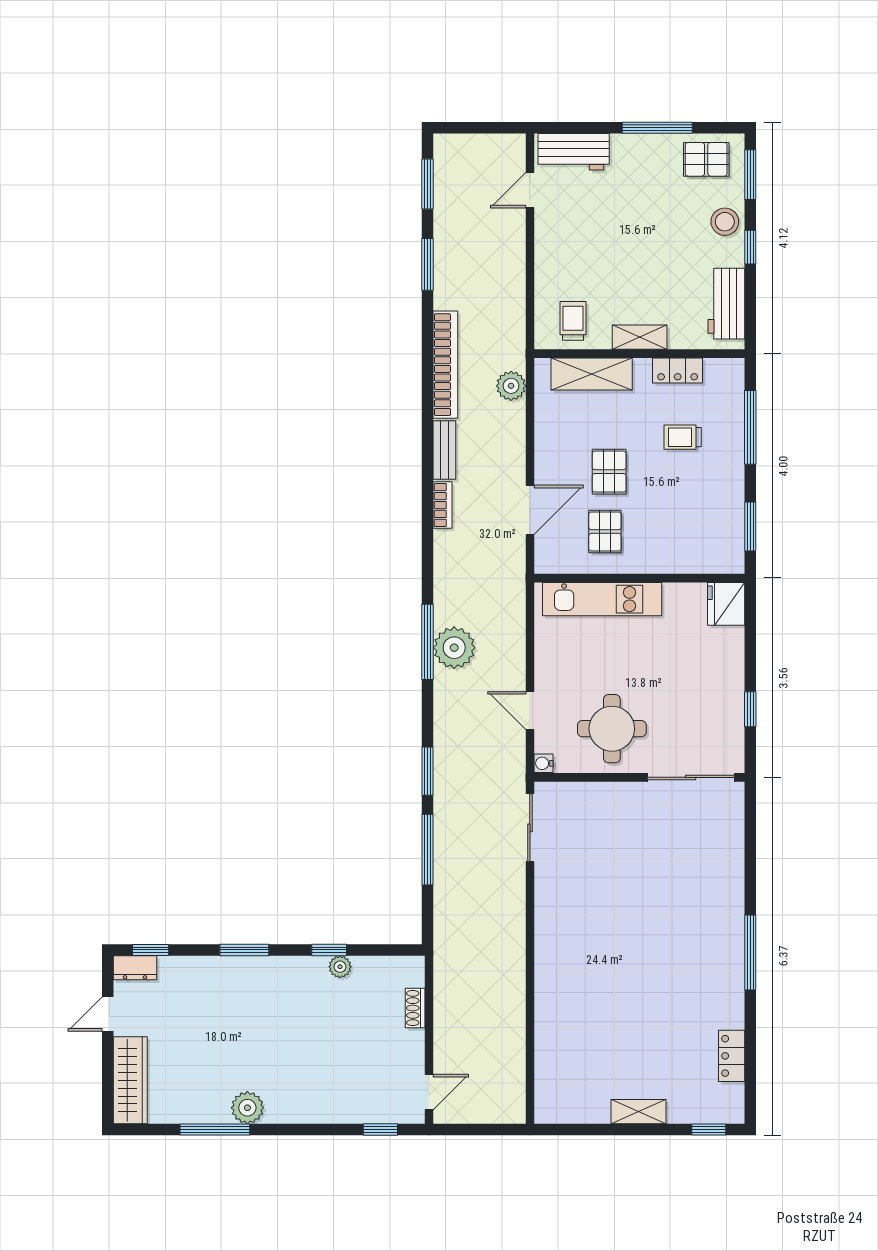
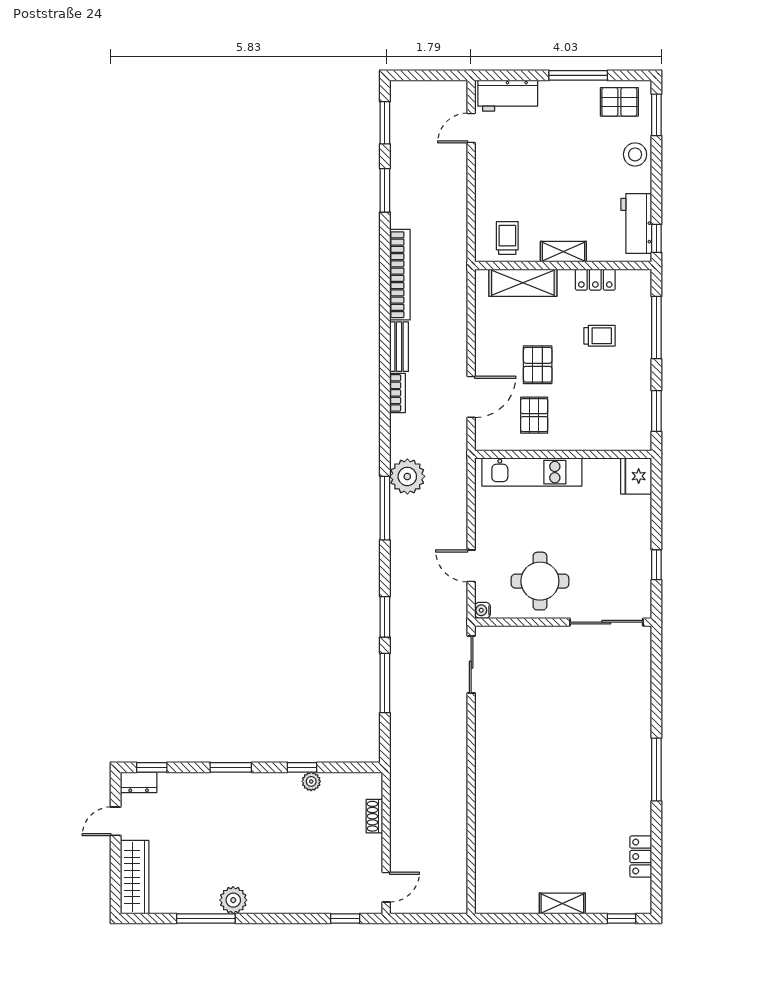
window: (750, 247) -> (656, 238), moved
plant: (511, 386) -> (455, 293), removed
trolley: (683, 437) -> (599, 336), turned 180
plant: (454, 648) -> (407, 476), moved

